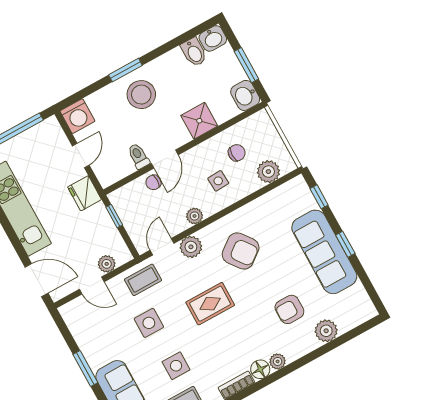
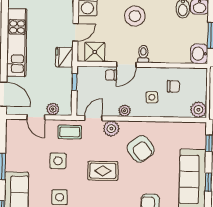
shower: (199, 121) -> (95, 52), moved
toilet: (138, 156) -> (143, 54), moved
plant: (268, 172) -> (198, 110), moved

